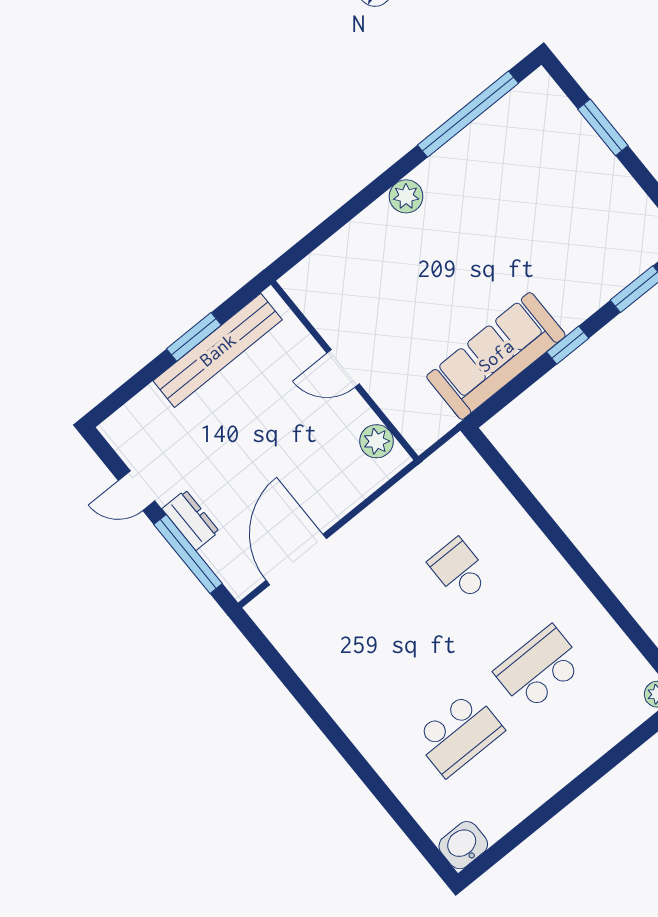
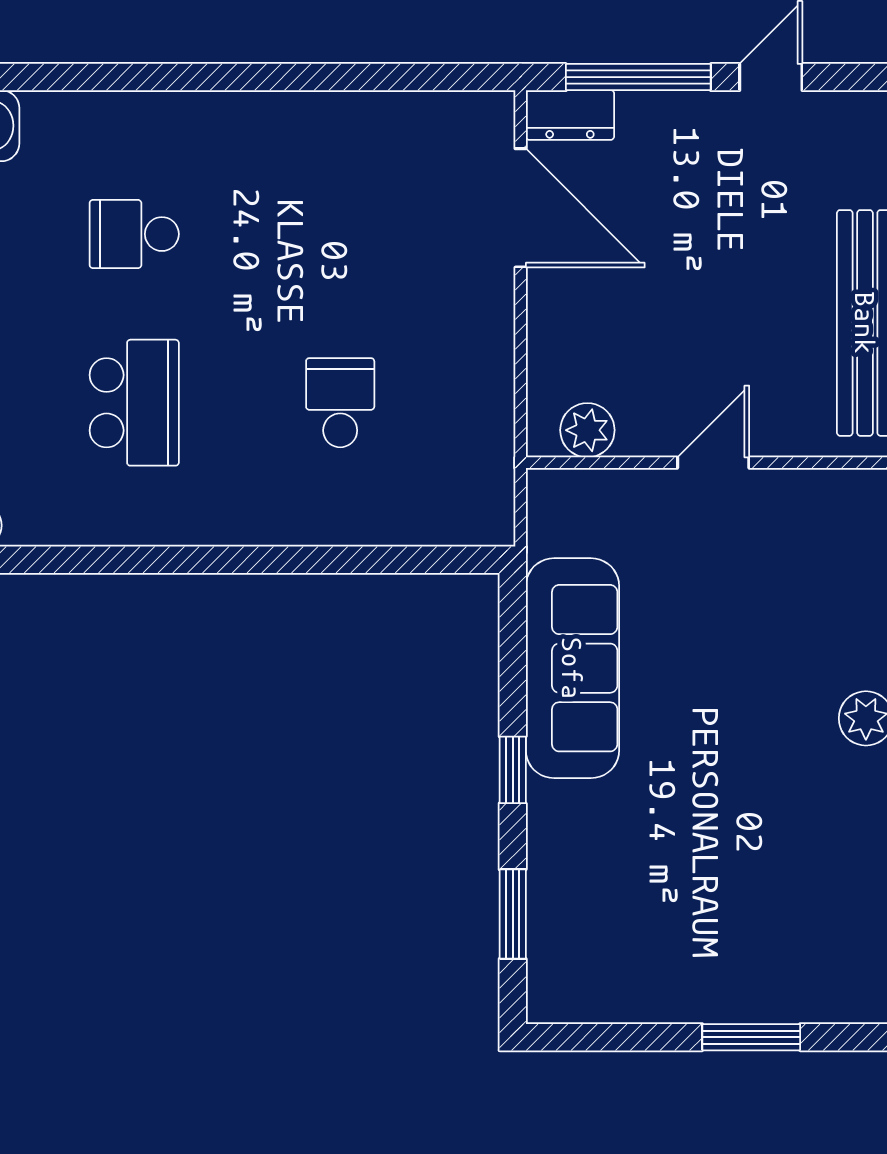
dresser: (191, 520) -> (570, 115), moved
school desk: (459, 570) -> (340, 403), turned -90
school desk: (459, 734) -> (134, 234), width x0.54

